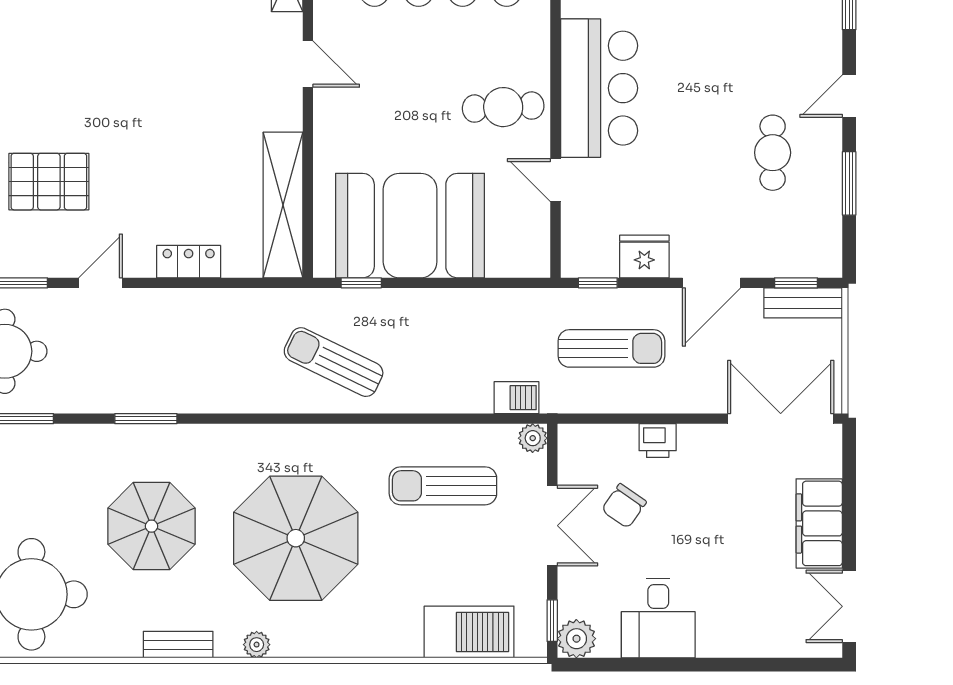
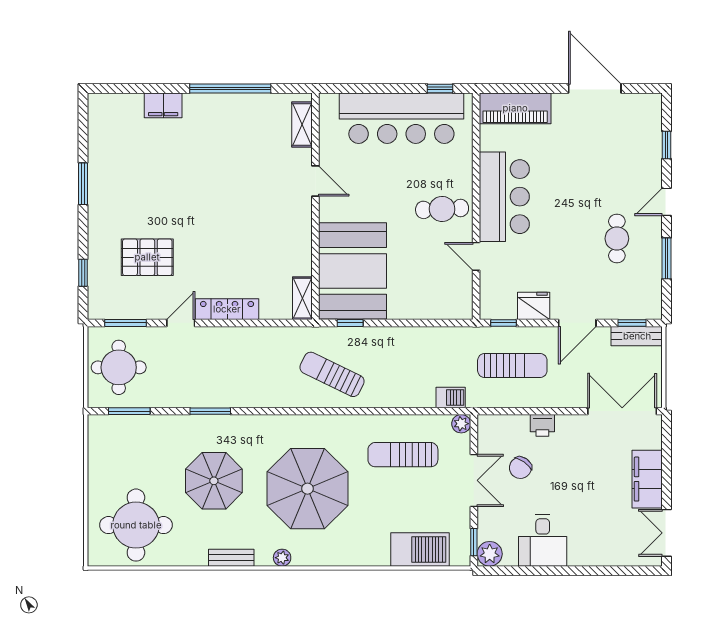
shelving: (283, 205) -> (302, 298), width x0.45, depth x0.75
booth: (410, 226) -> (353, 271), moved, turned 90
locker: (189, 262) -> (227, 309), width x1.53

